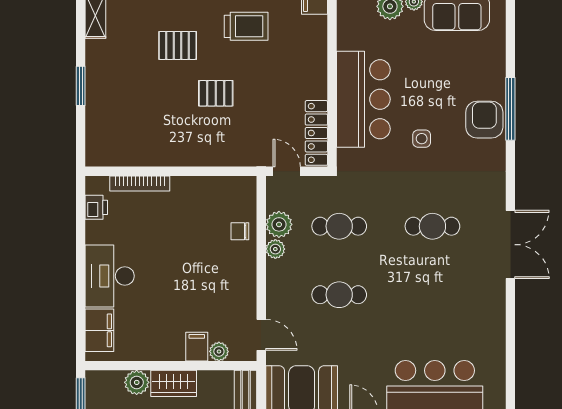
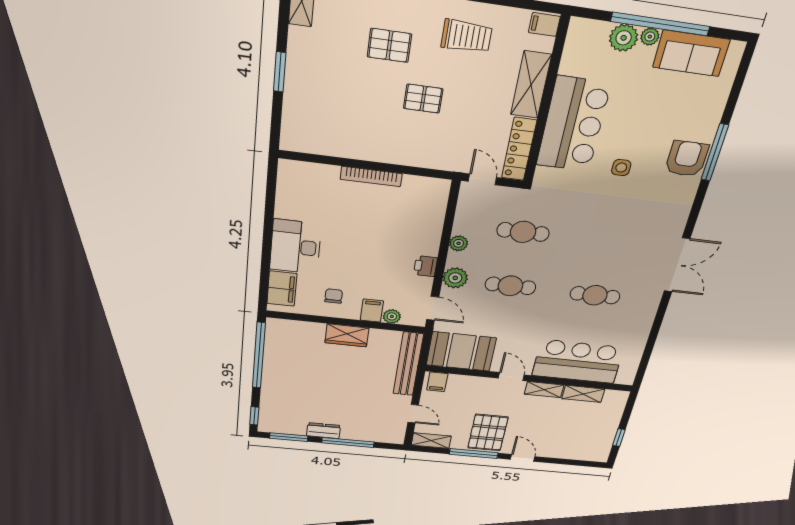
shelving: (314, 65) -> (531, 85), added
bookcase: (140, 183) -> (371, 177), moved
printer: (96, 207) -> (426, 266), moved, turned 180
plant: (279, 224) -> (455, 278), moved
cafe table: (432, 226) -> (595, 295), moved
chair: (240, 231) -> (334, 296), moved, turned 90
plant: (137, 382) -> (313, 331), removed

